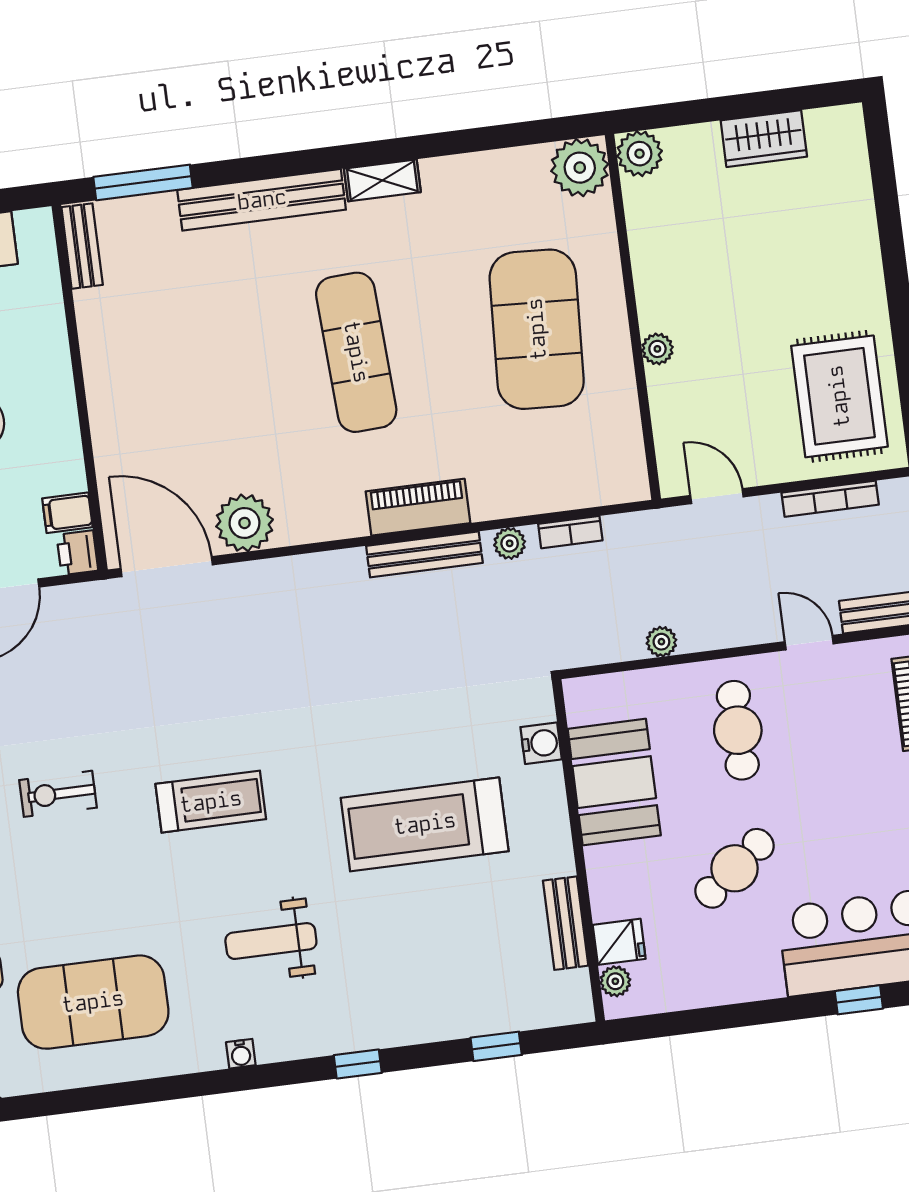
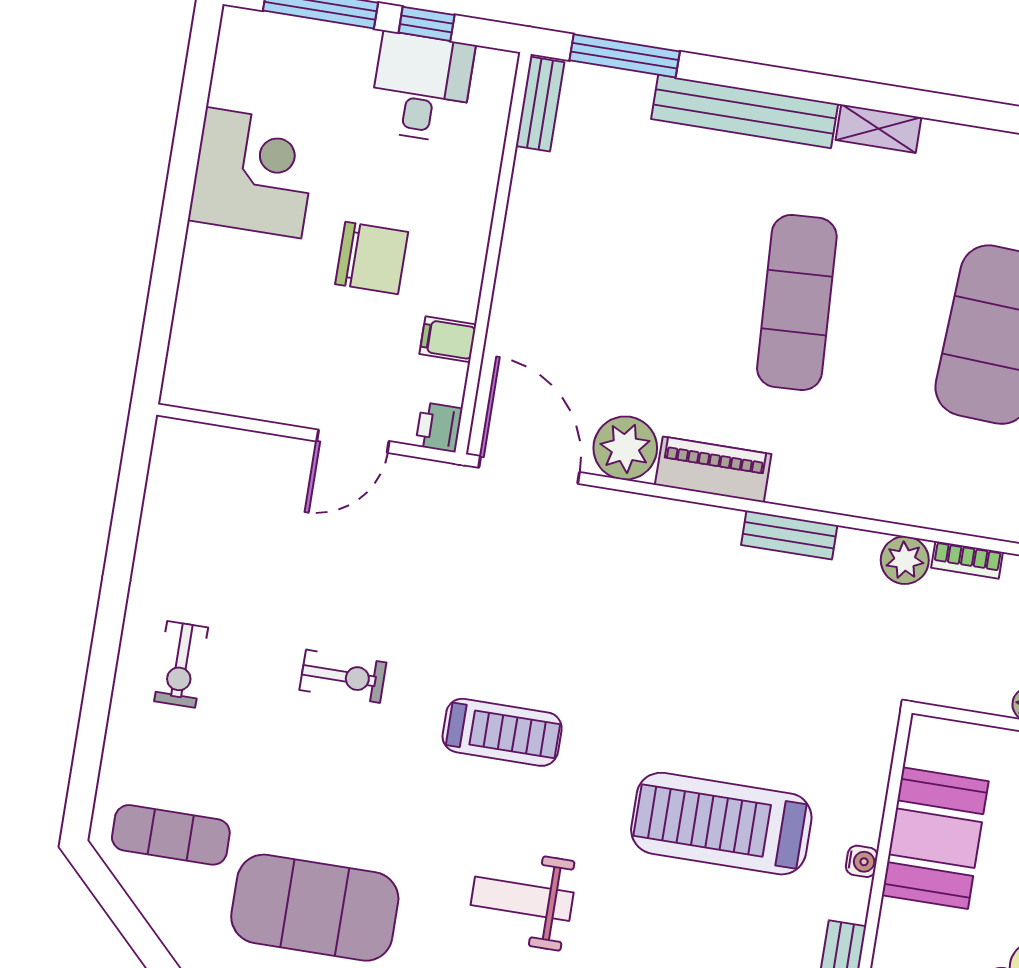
piano: (418, 507) -> (713, 469), moved
filing cabinet: (67, 513) -> (448, 339), moved
plant: (510, 543) -> (905, 560), width x1.38, depth x1.38
bench: (424, 554) -> (789, 535), width x0.73
water cooler: (541, 743) -> (862, 861), moved, width x0.72, depth x0.72
exercise bike: (58, 794) -> (343, 676), turned 180

